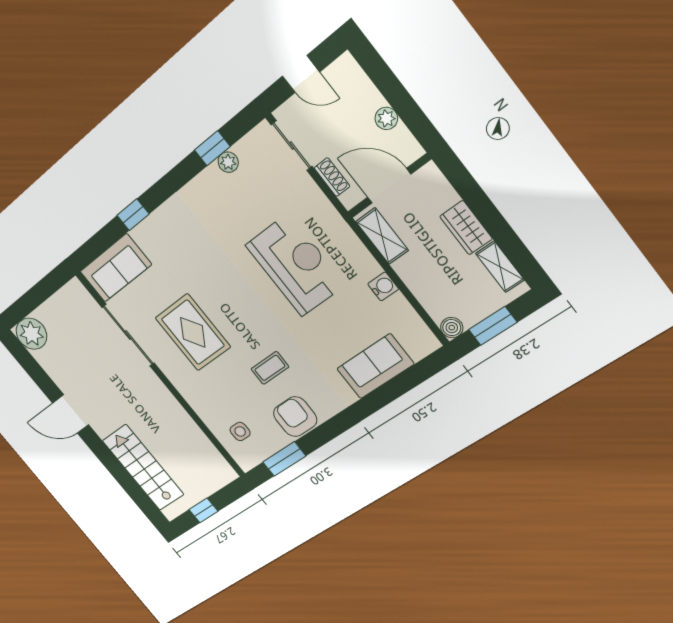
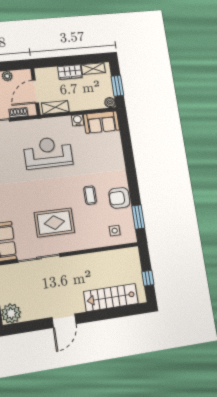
sofa: (375, 366) -> (101, 122), moved, turned -90

